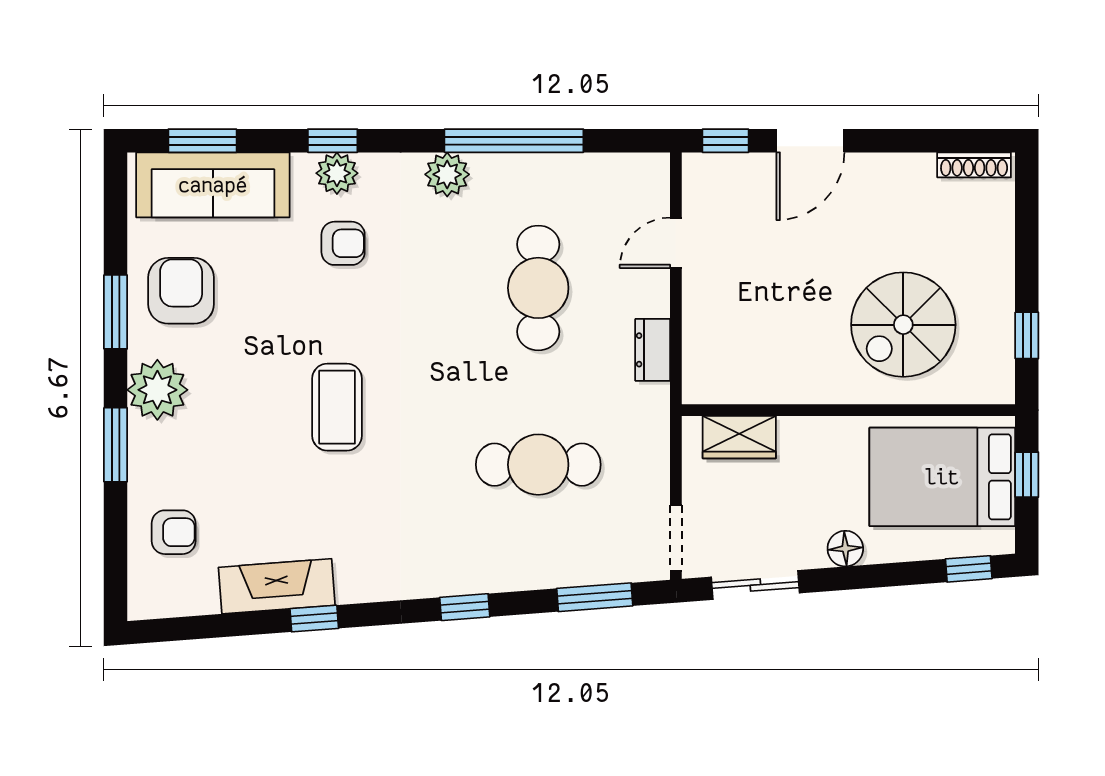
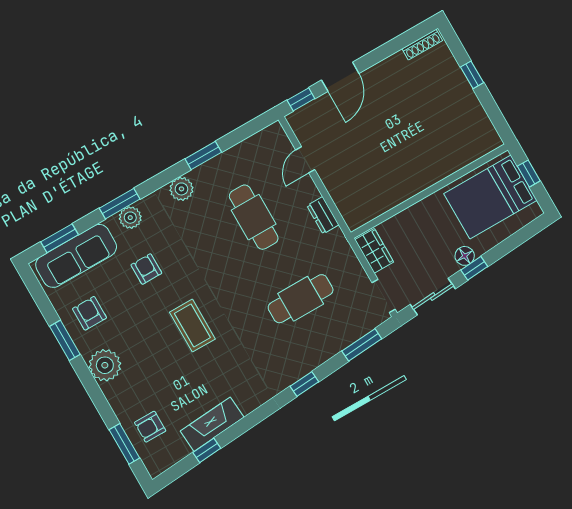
window: (333, 141) -> (120, 204), width x1.50
window: (514, 141) -> (203, 156), width x0.47
armchair: (343, 243) -> (146, 269), moved, turned -90
armchair: (181, 291) -> (89, 313), width x0.72, depth x0.72
spiral stairs: (903, 325) -> (432, 137), removed
window: (1027, 335) -> (472, 75), moved
wardrobe: (739, 437) -> (374, 251), moved, turned -90
window: (116, 445) -> (124, 444), moved
armchair: (174, 532) -> (150, 427), turned 180
window: (969, 569) -> (474, 268), moved
window: (314, 619) -> (207, 450), moved

